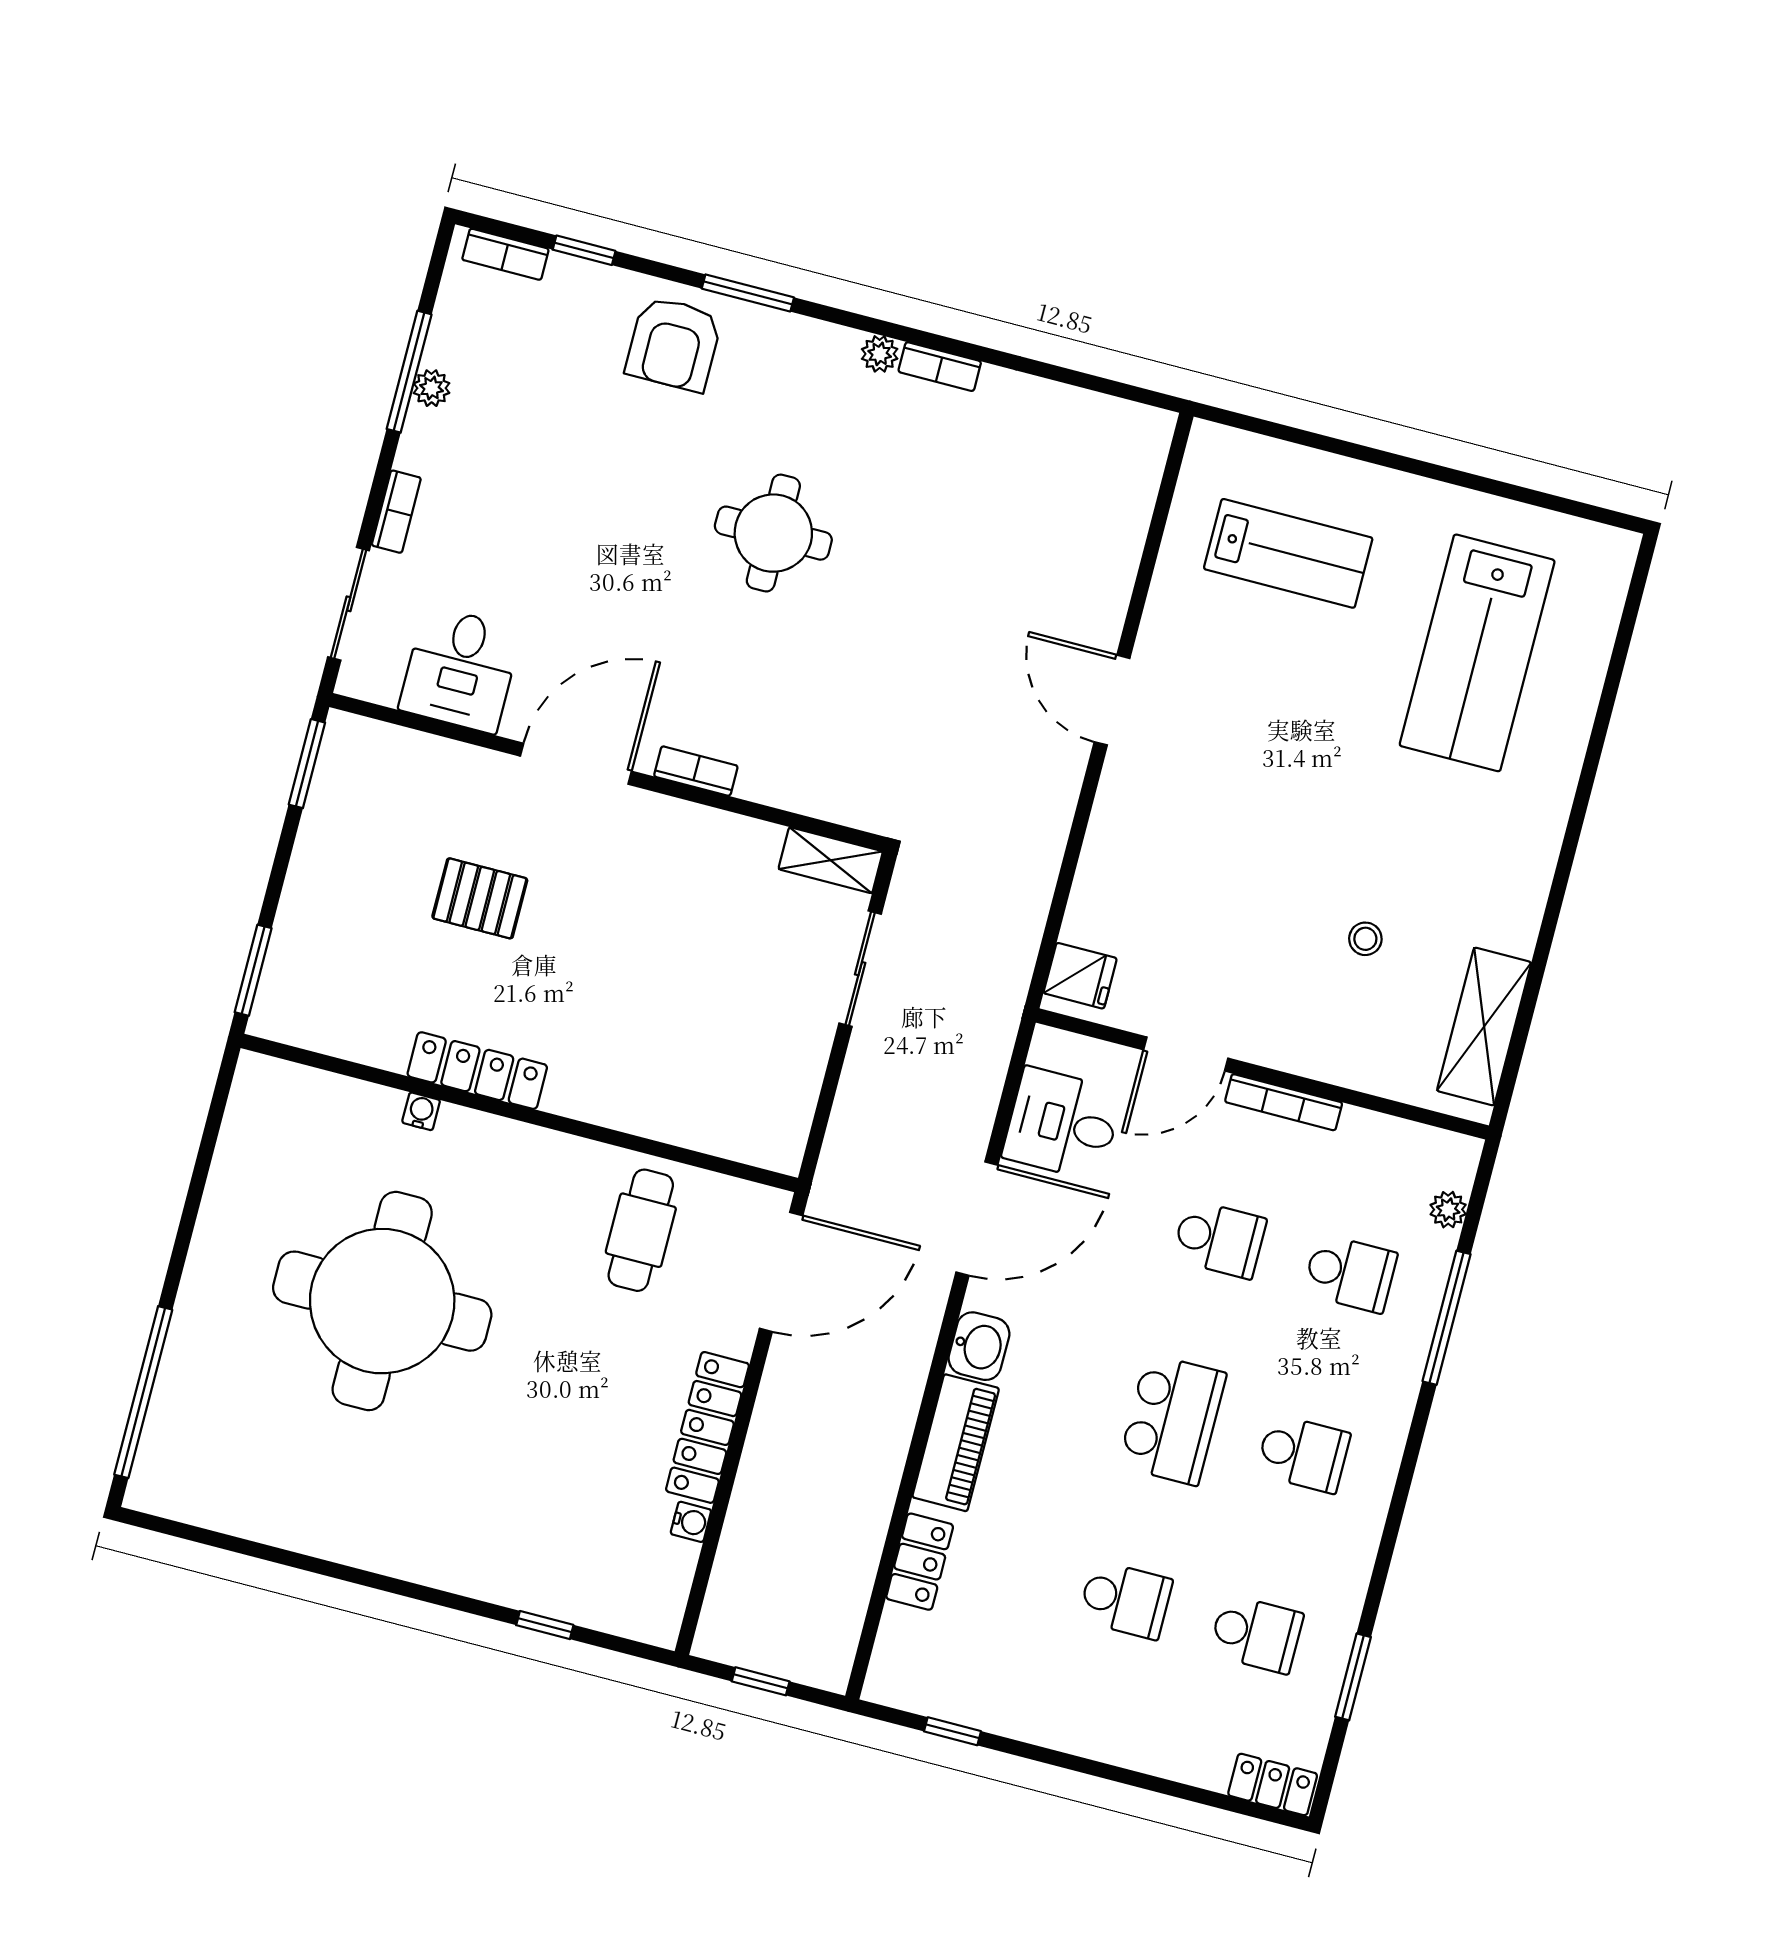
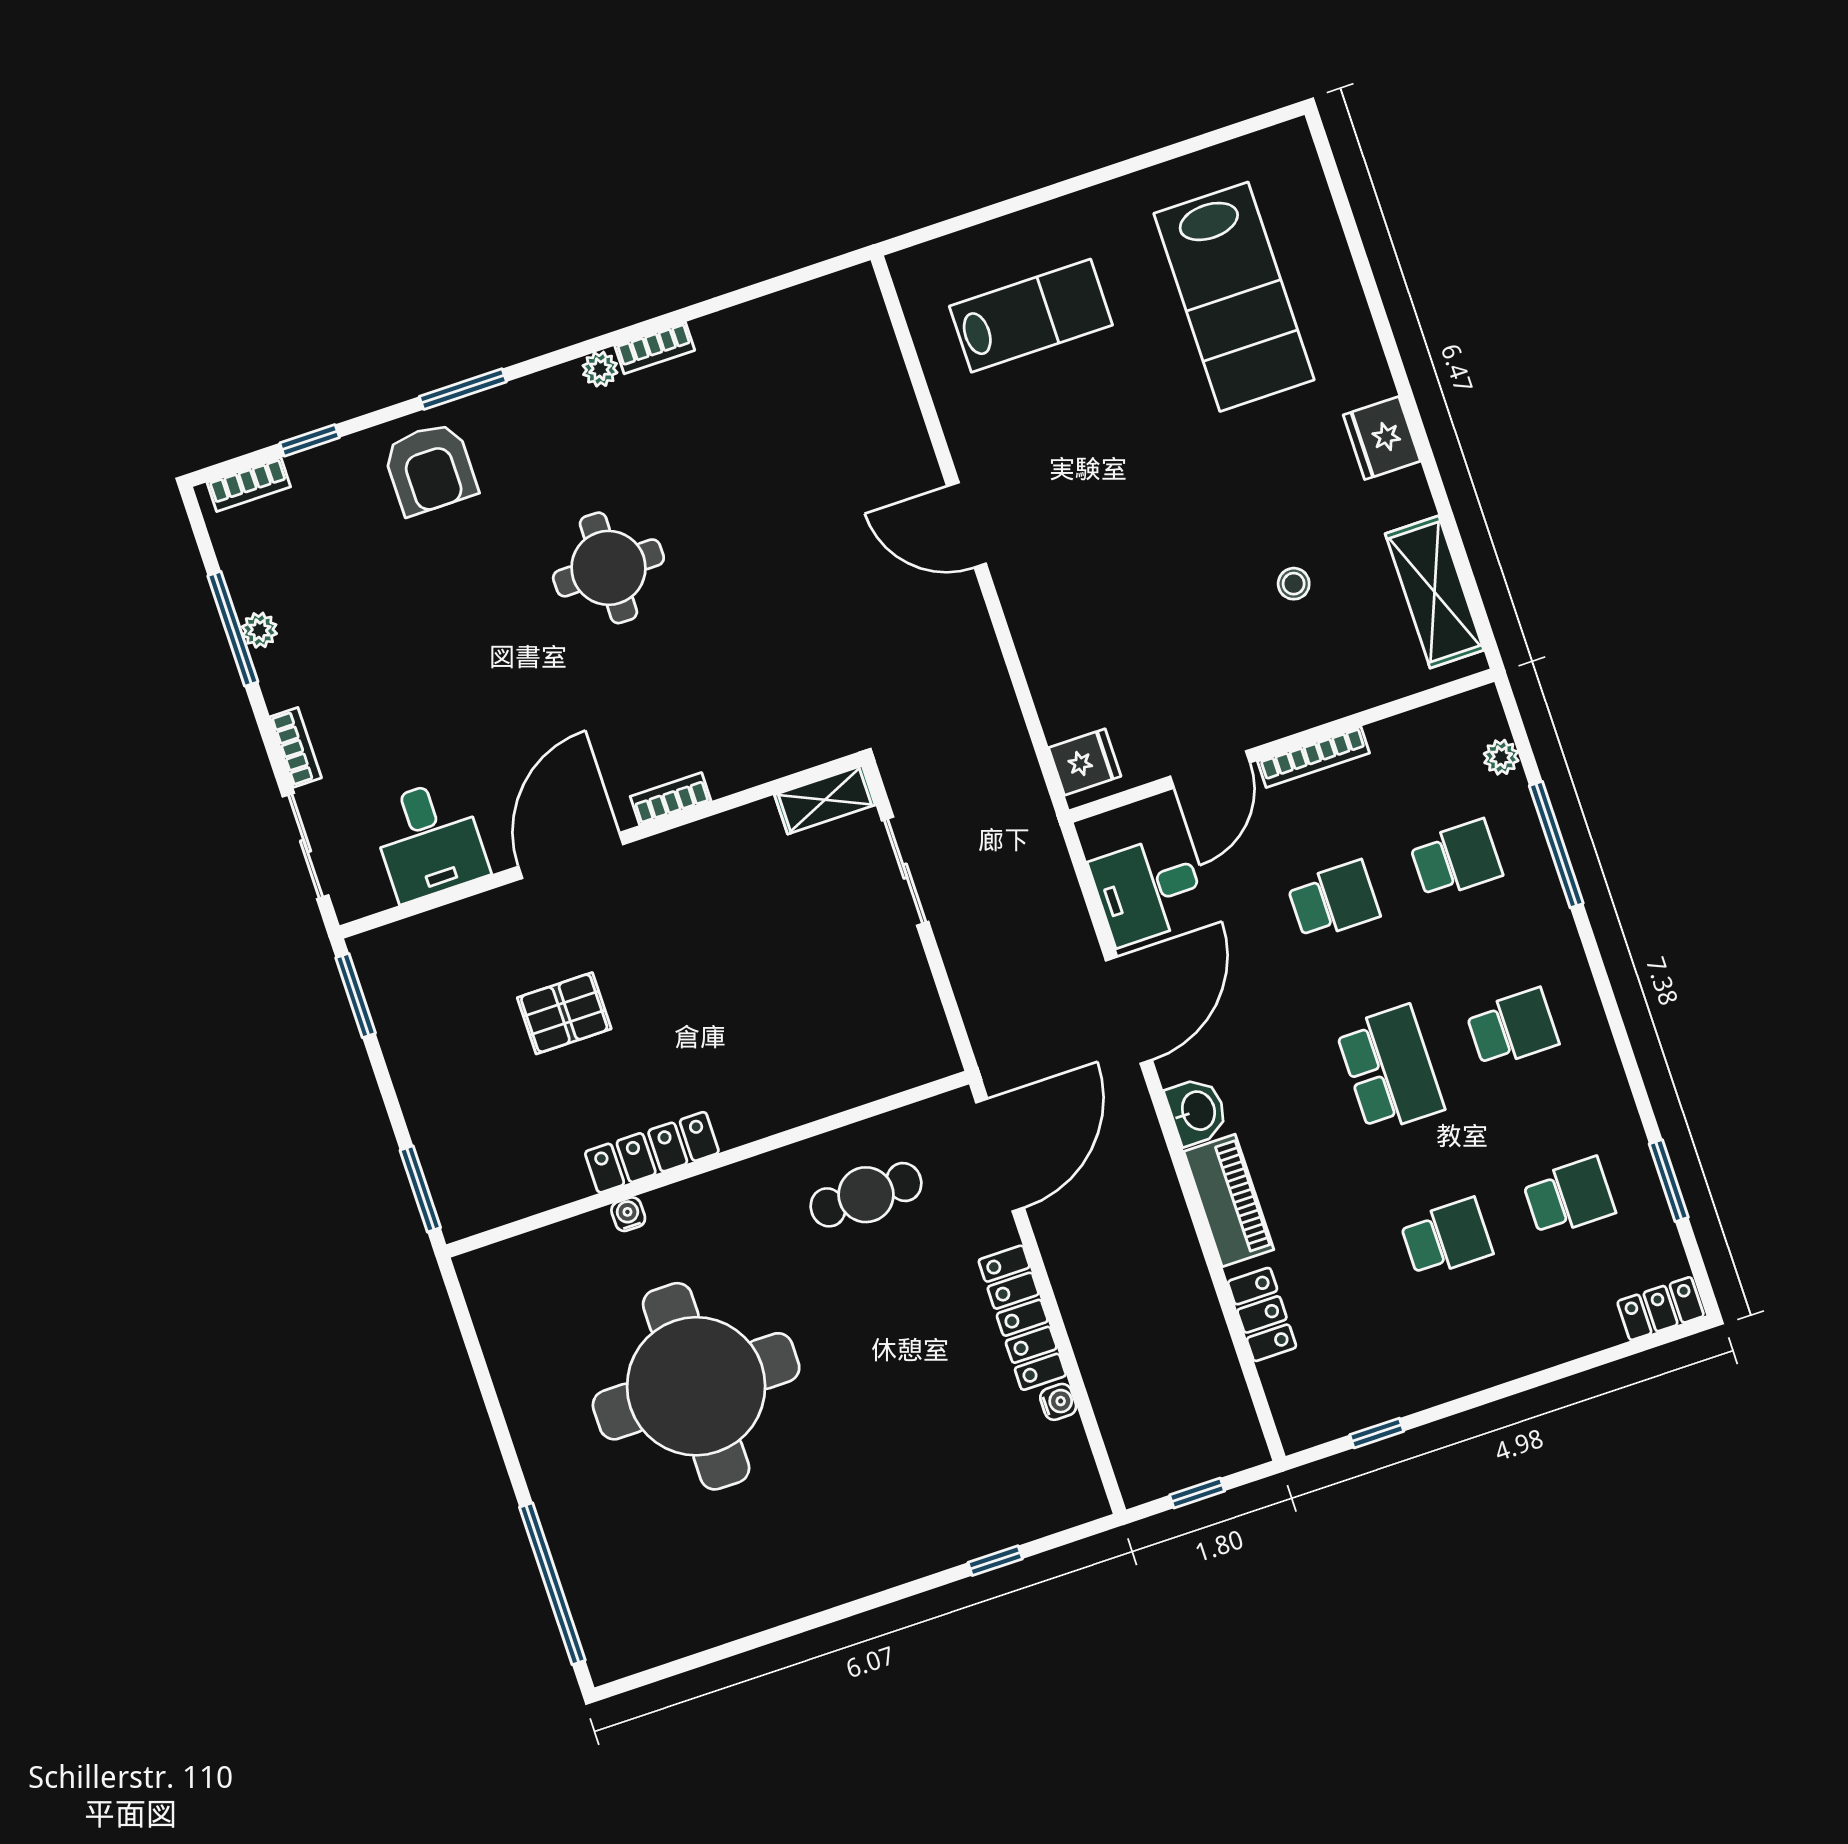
fridge: (1526, 861) -> (1382, 438), added
cafe table: (641, 1230) -> (866, 1195), turned 90

